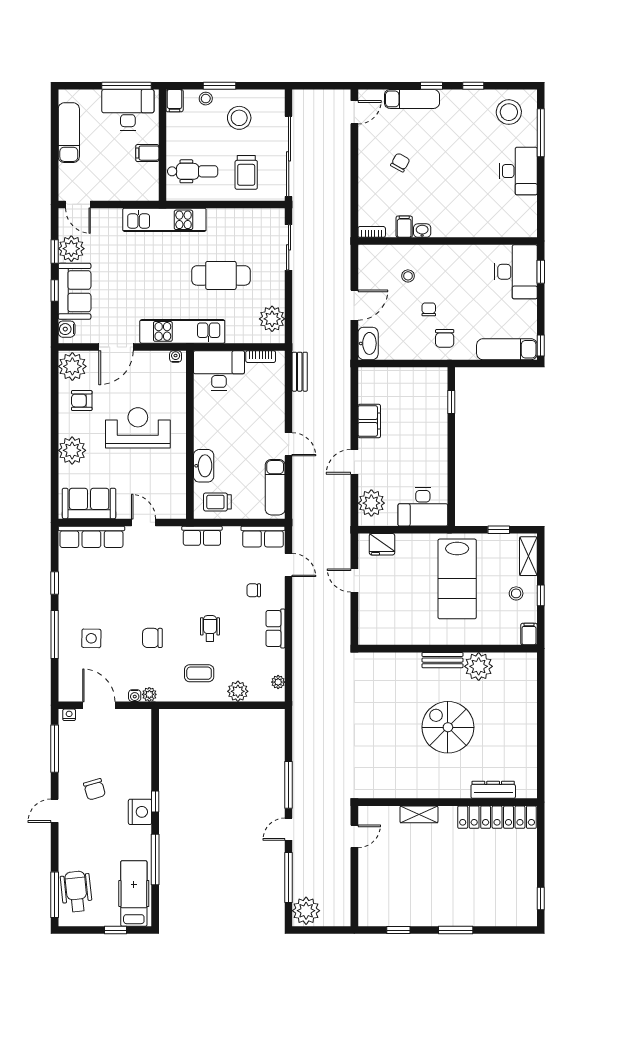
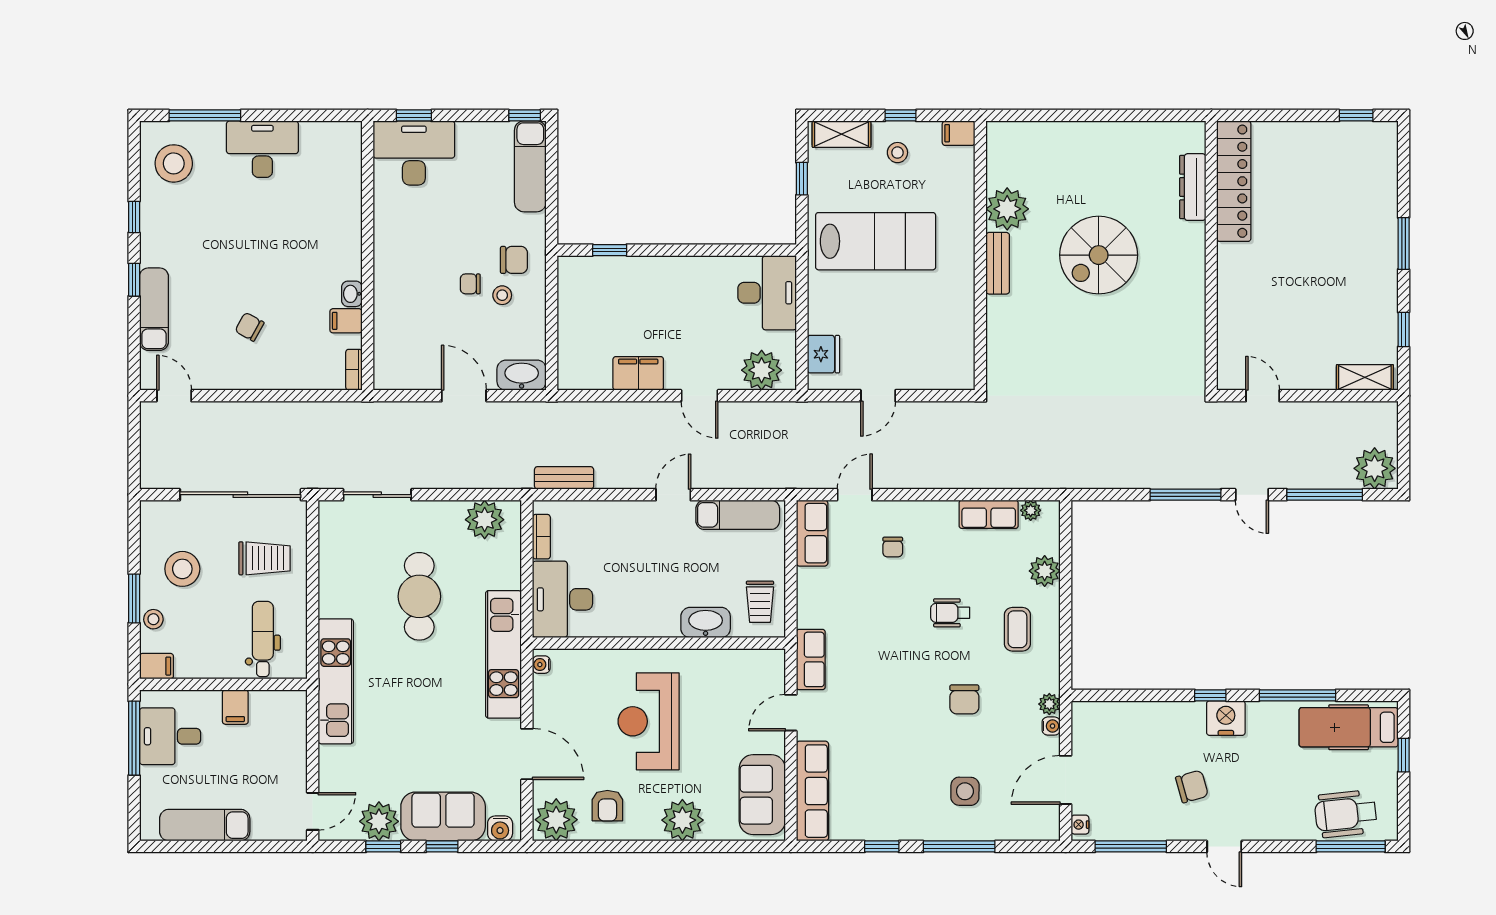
desk: (128, 110) -> (170, 736), width x0.73
stool: (408, 276) -> (502, 295), moved
row of seats: (202, 536) -> (811, 659), moved
row of seats: (275, 628) -> (989, 514), moved
shelving: (419, 814) -> (1365, 377), moved, turned 90

